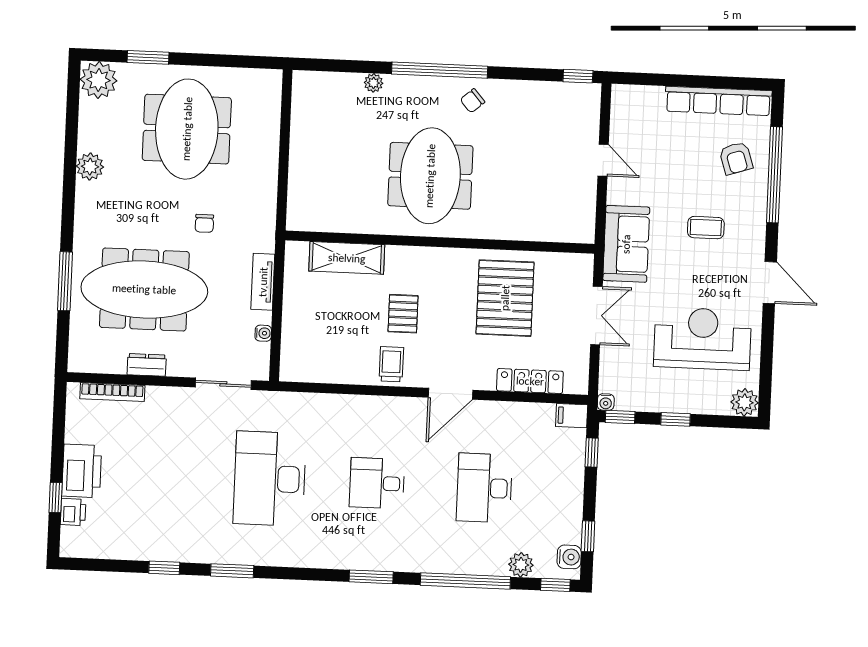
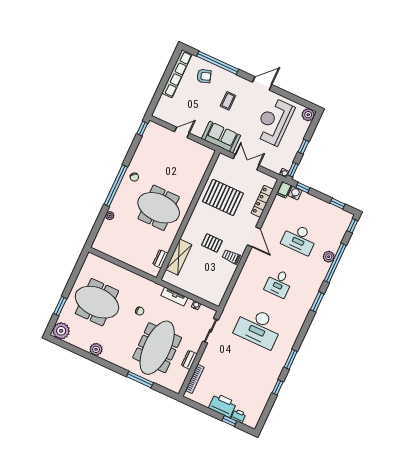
dresser: (328, 222) -> (160, 259), added
water cooler: (569, 557) -> (295, 193), moved
plant: (521, 565) -> (329, 257), moved

